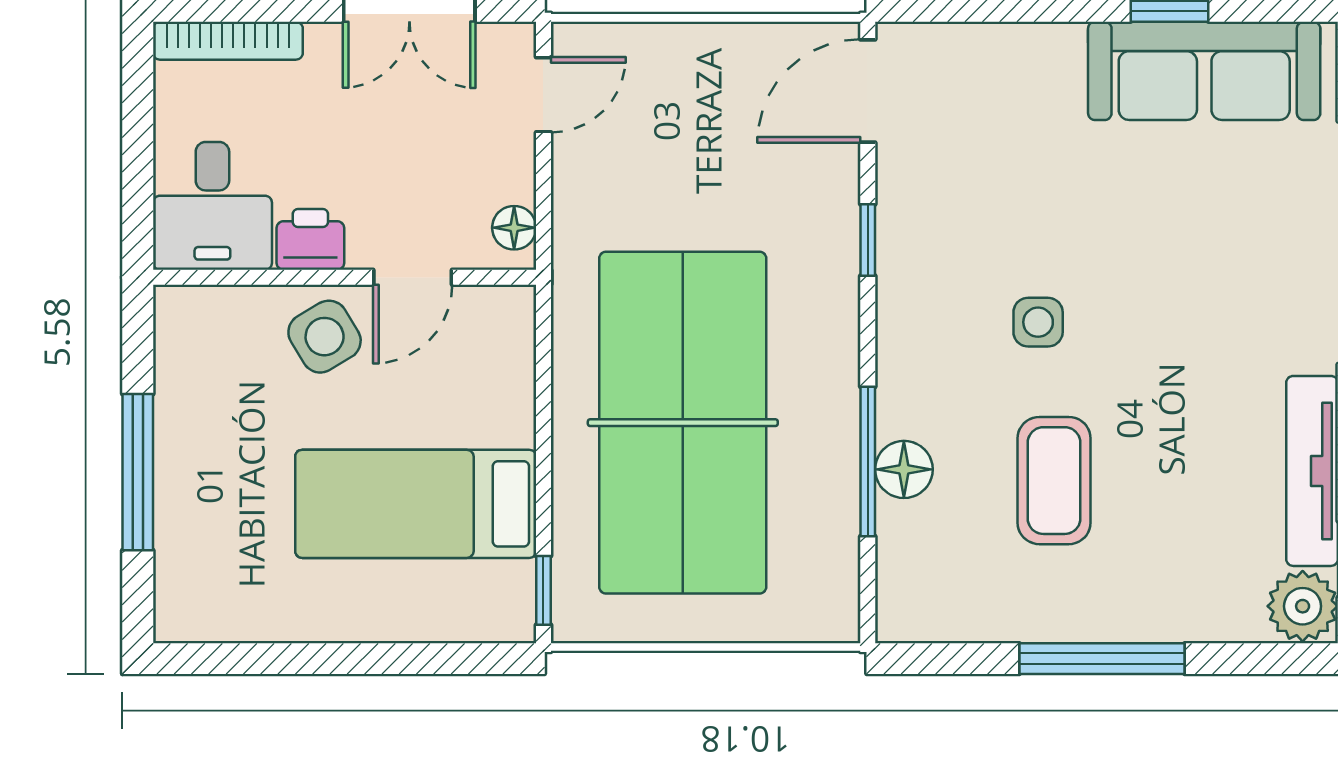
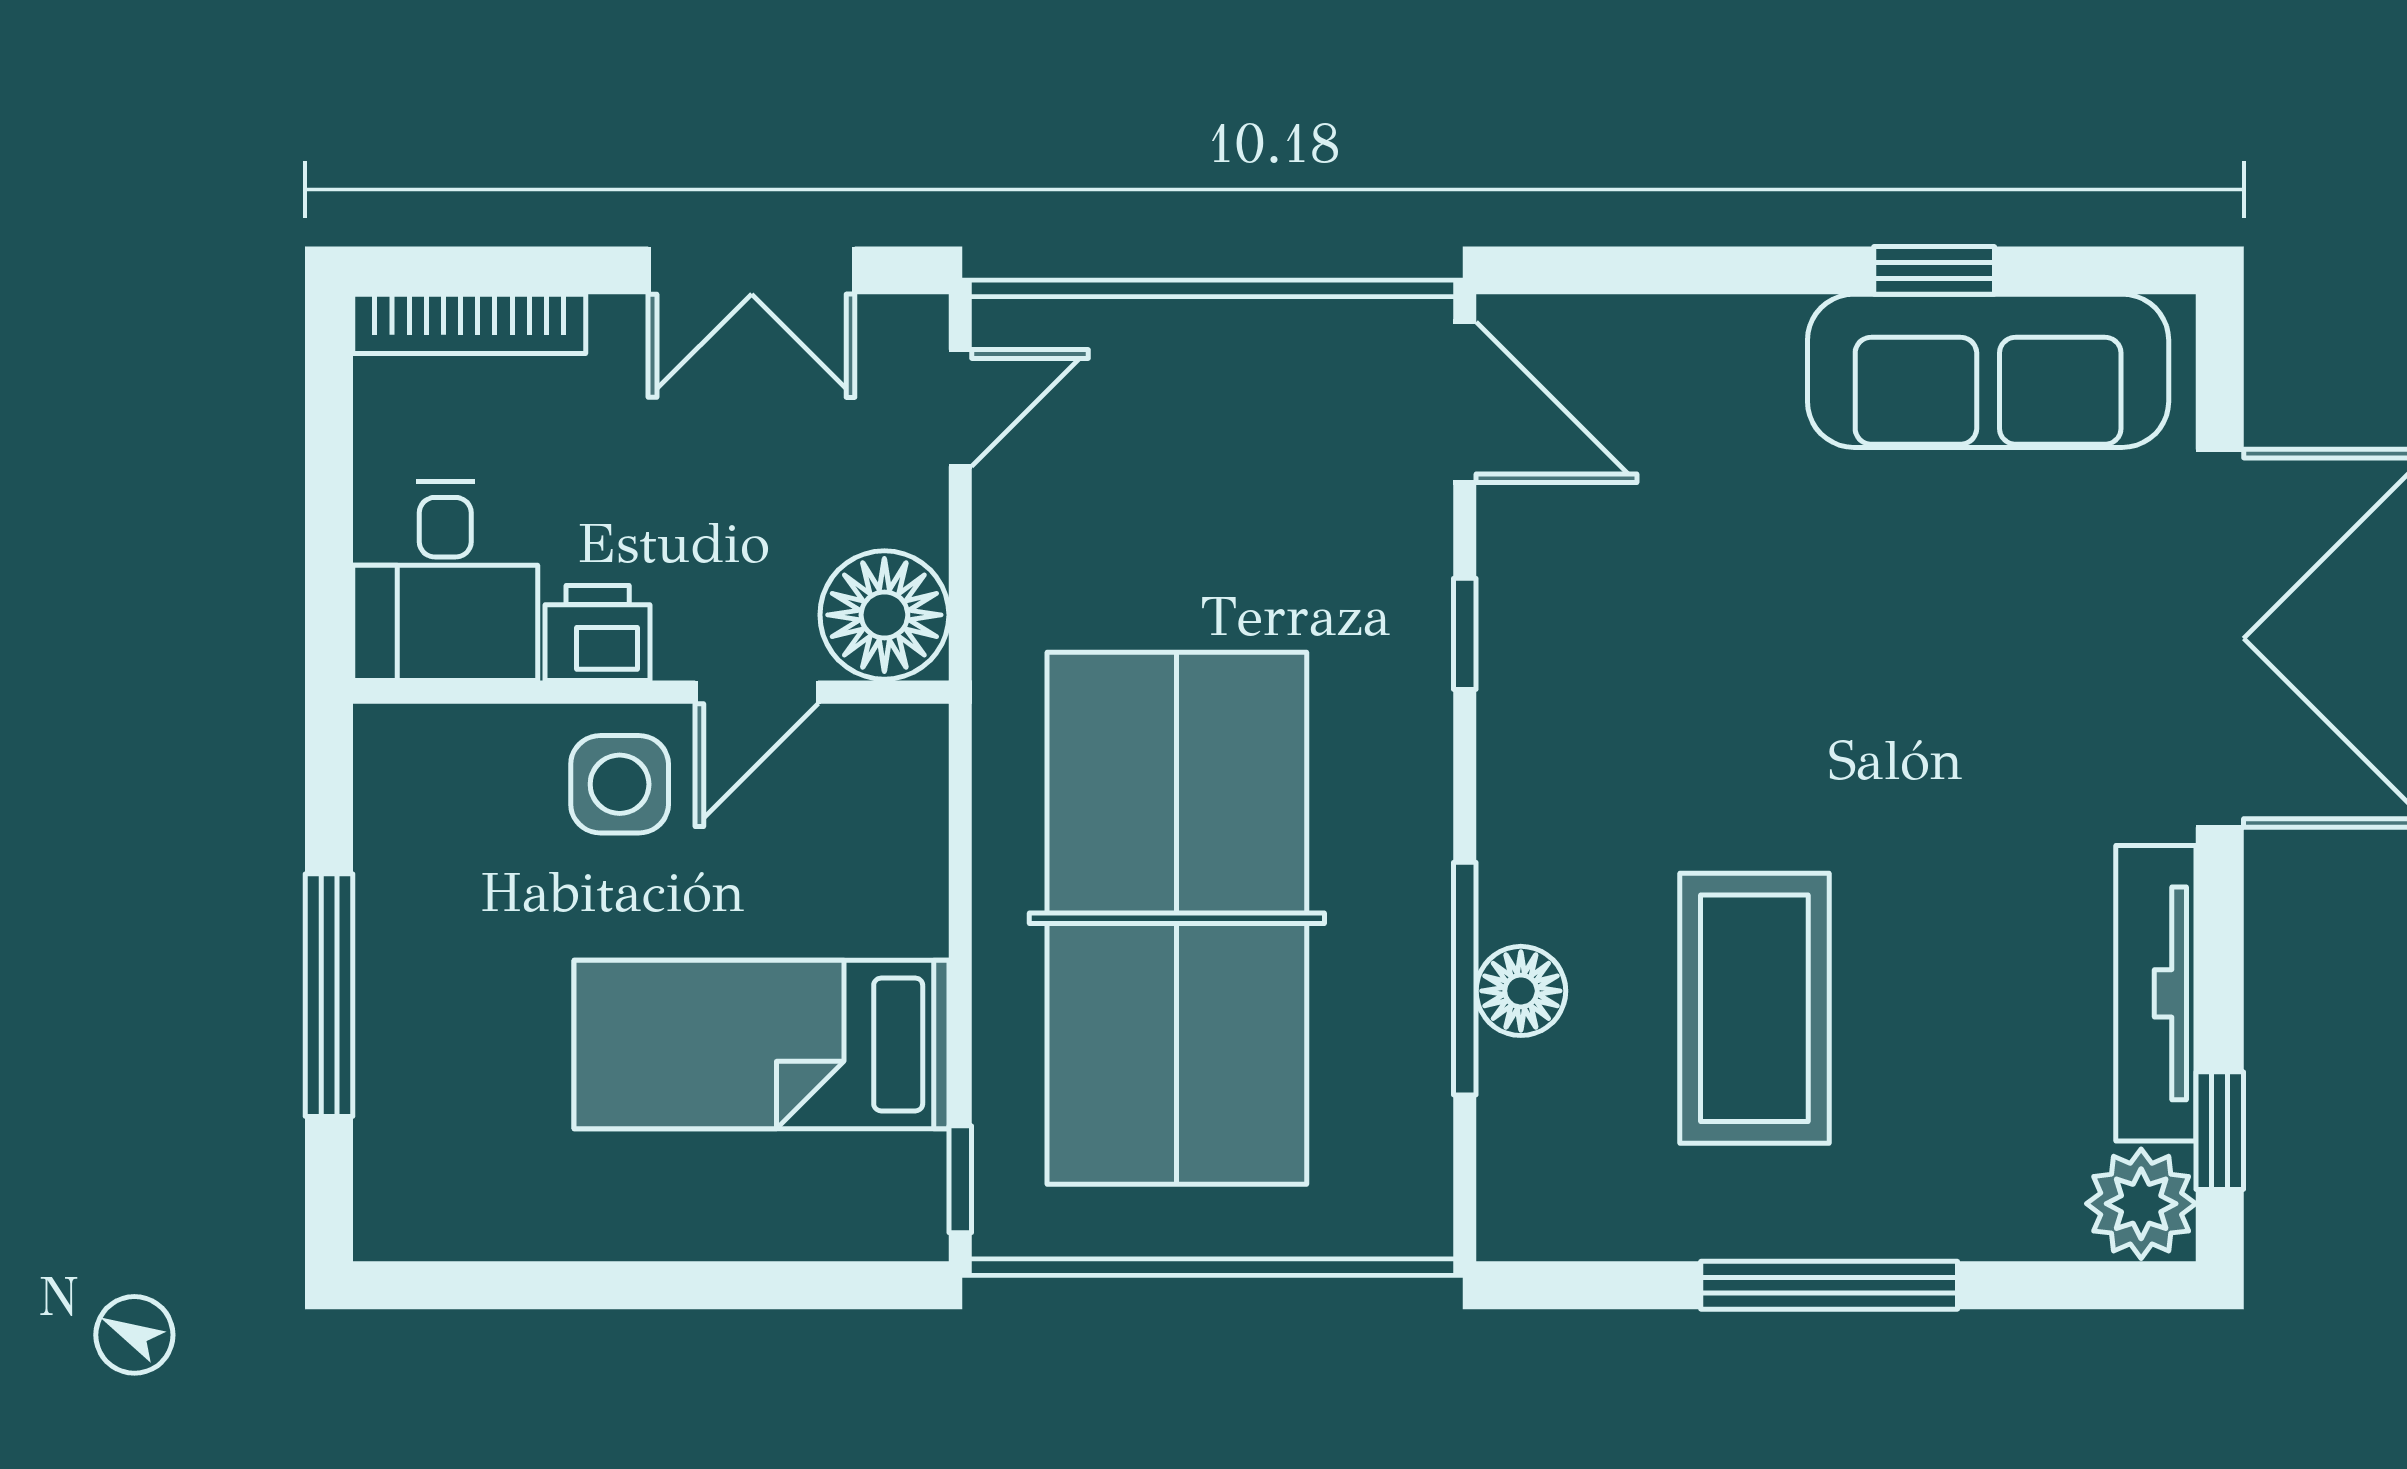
door: (868, 91) -> (1465, 402), swing flipped
floor lamp: (514, 228) -> (884, 615), width x1.89, depth x1.89
side table: (1038, 322) -> (1730, 762), removed
side table: (325, 337) -> (620, 784), turned 31
coffee table: (1054, 481) -> (1754, 1008), width x1.36, depth x1.32

